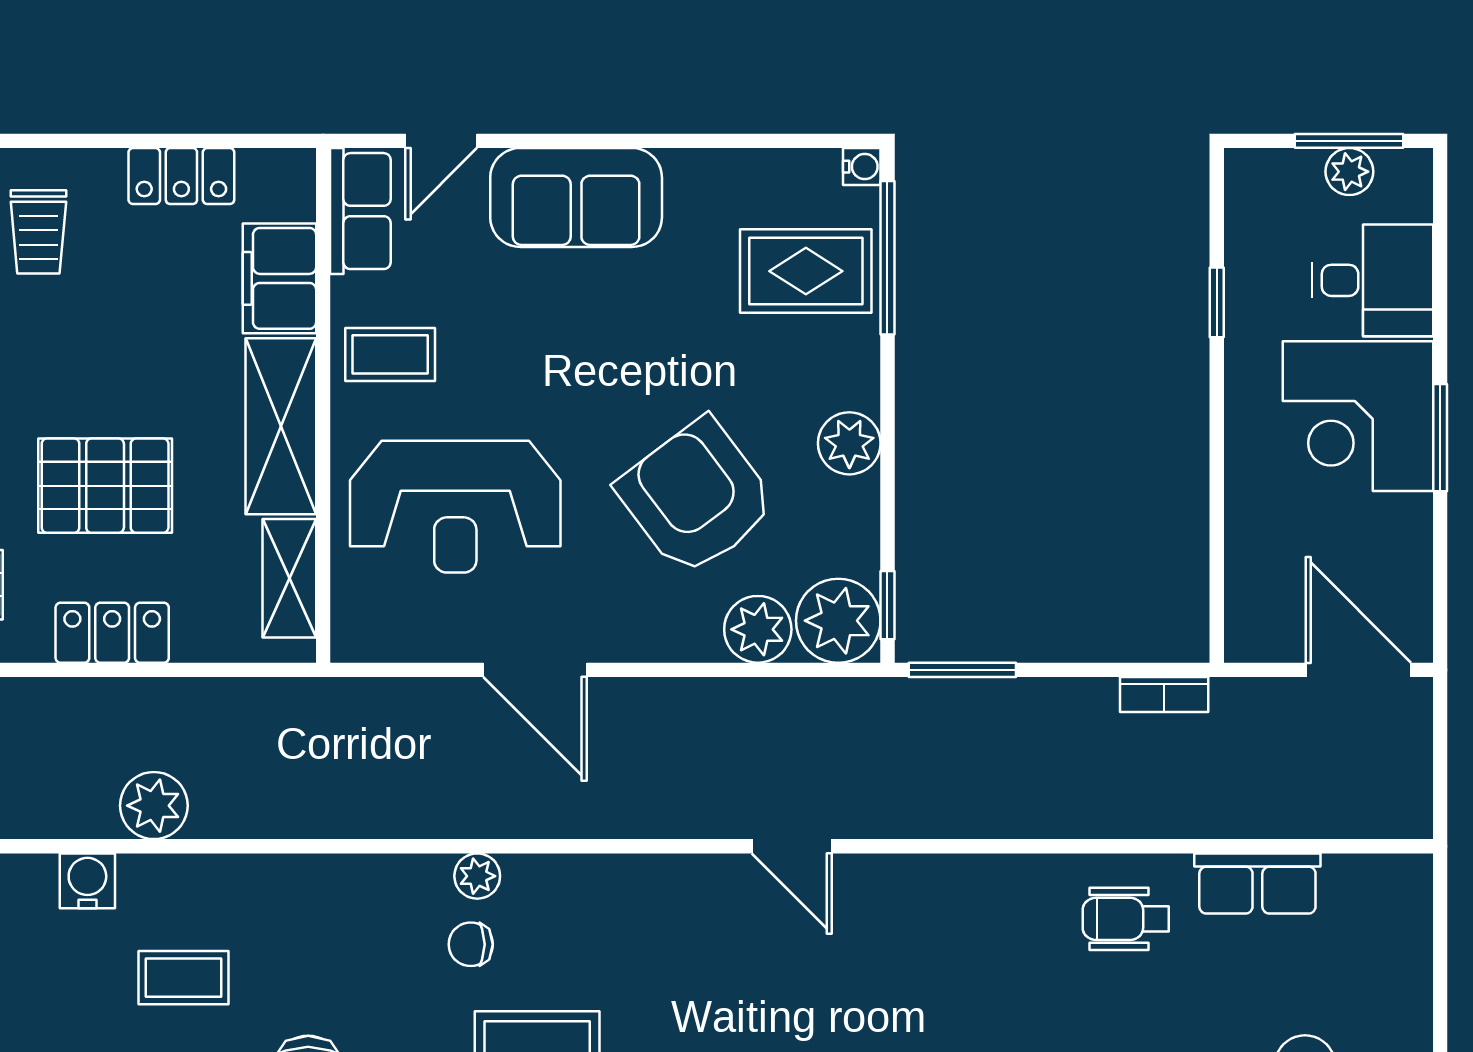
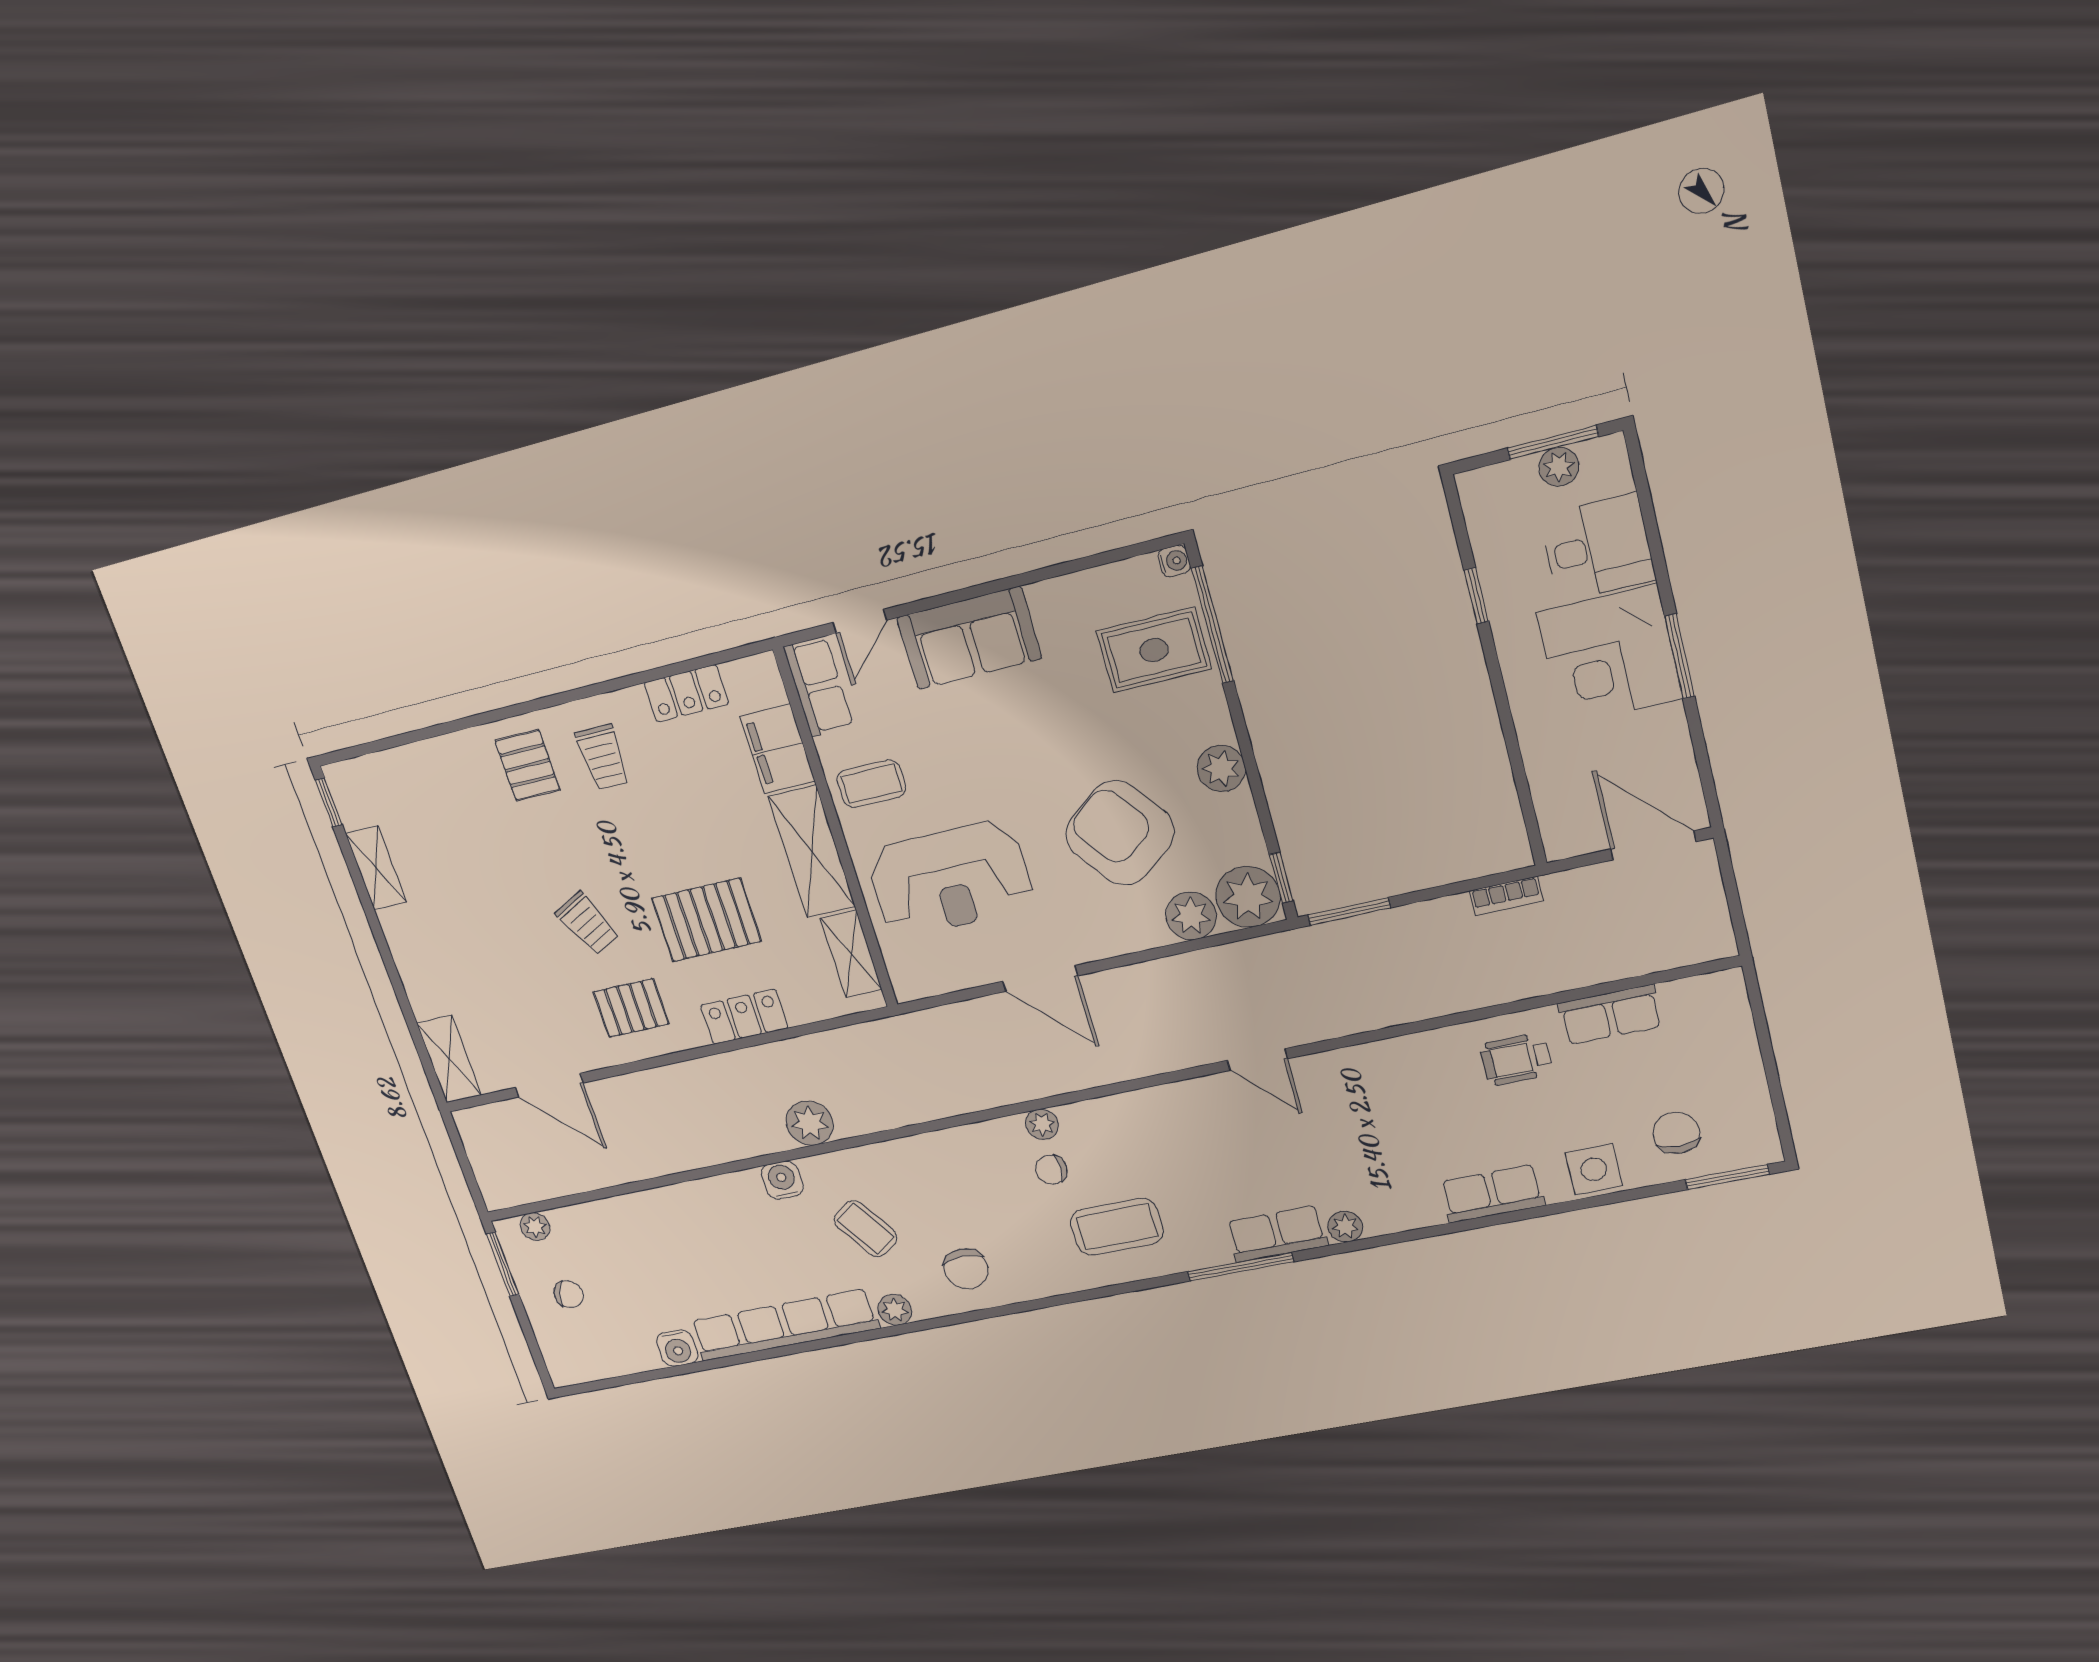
coffee table: (183, 978) -> (866, 1229), turned 56

